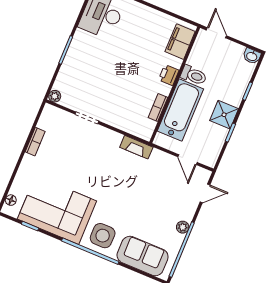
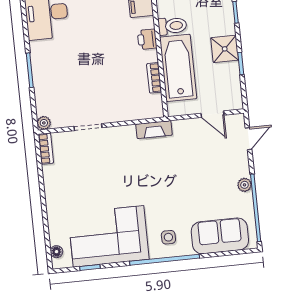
bookcase: (35, 142) -> (46, 149), moved
side table: (103, 236) -> (168, 237), width x0.54, depth x0.54

